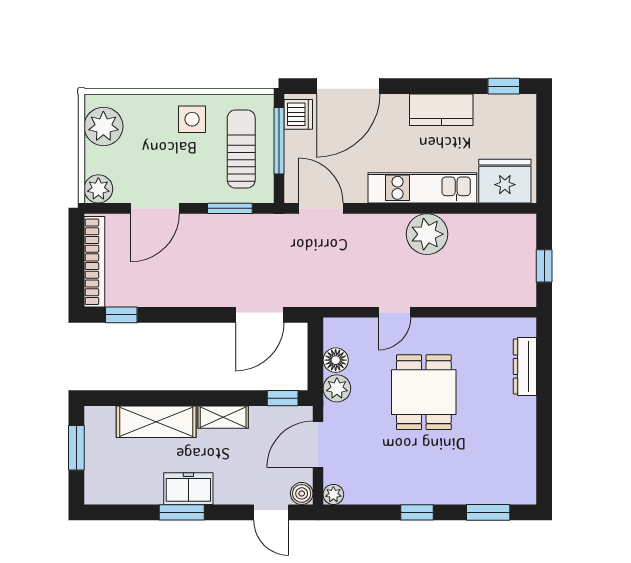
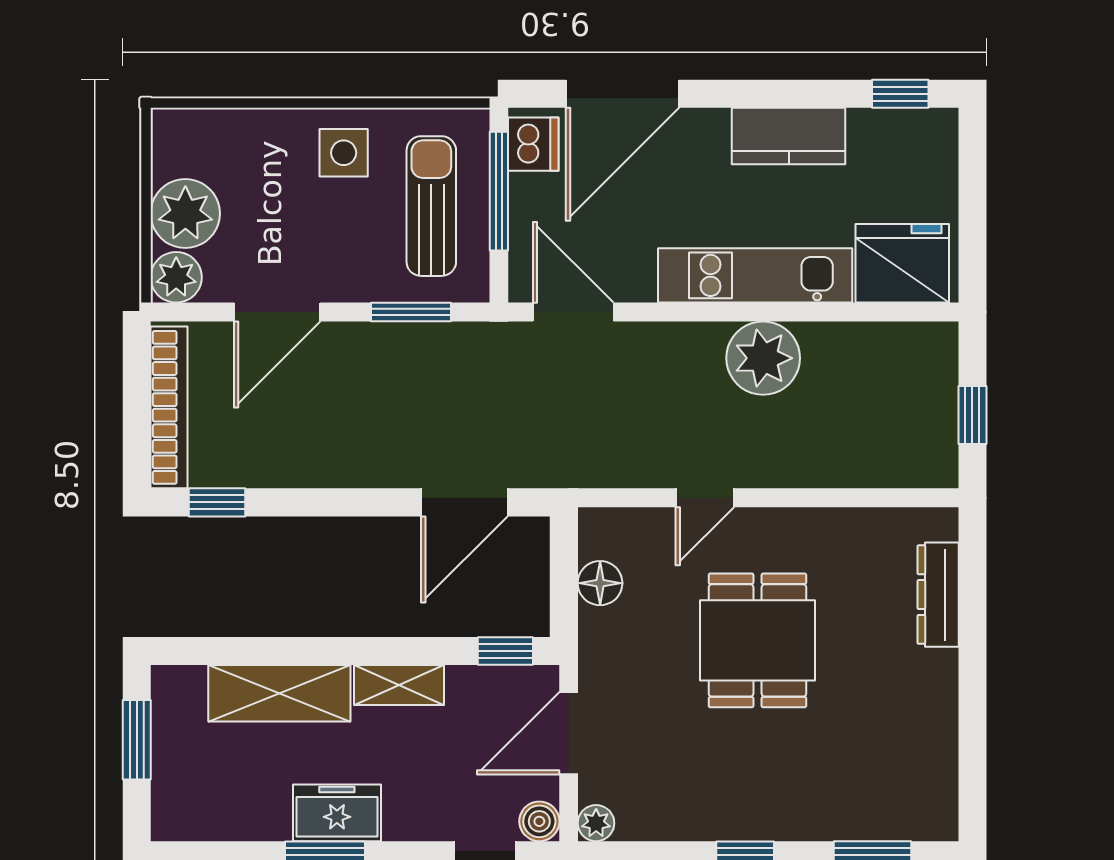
plant: (103, 126) -> (185, 214), moved
plant: (337, 388) -> (602, 634), removed

